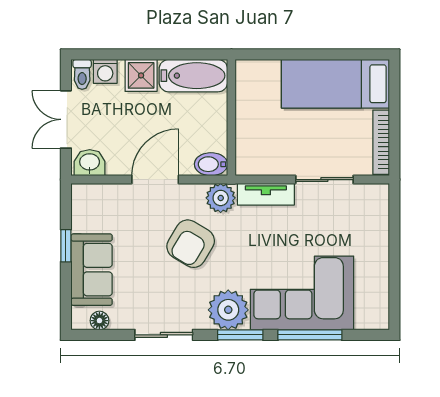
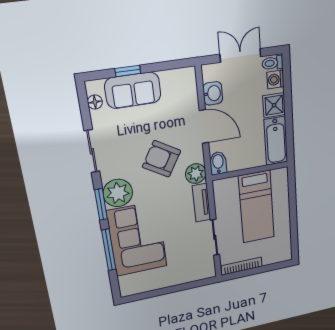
bed: (335, 84) -> (257, 207), moved, turned 180
washbasin: (90, 163) -> (213, 93), moved
window: (66, 246) -> (128, 71), moved

